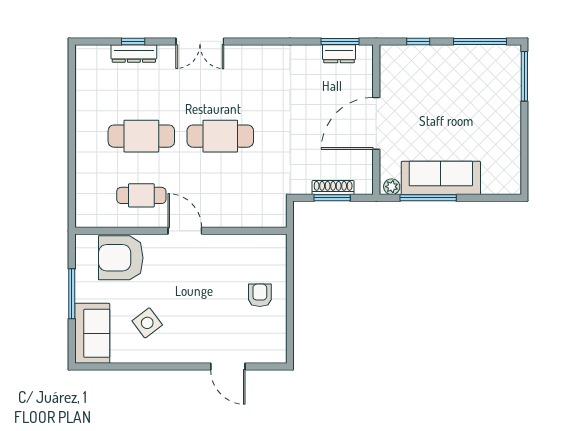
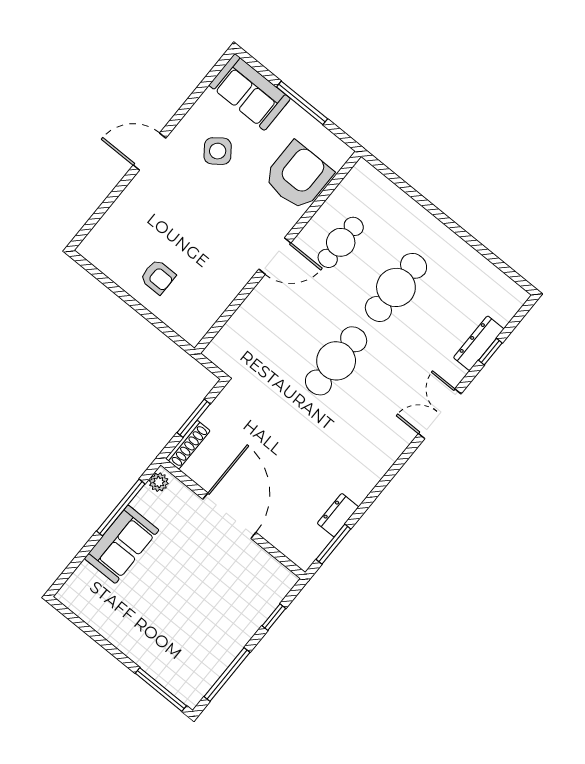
dresser: (339, 54) -> (338, 515), moved
sofa: (441, 178) -> (122, 544), width x0.73
shoe rack: (333, 188) -> (188, 445), moved
door: (228, 366) -> (150, 152), moved

